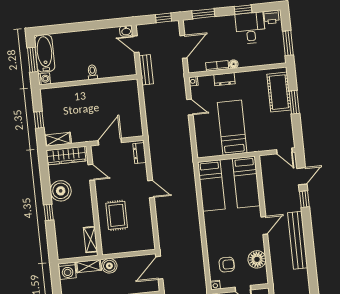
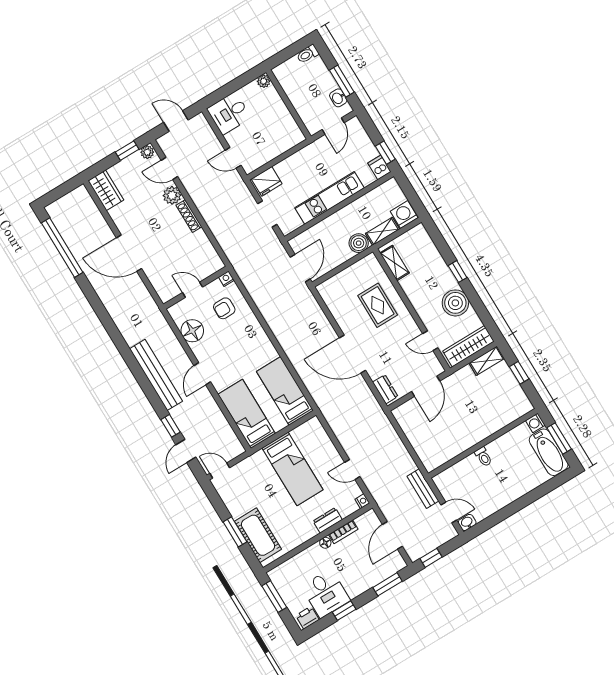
door: (151, 189) -> (353, 354), width x1.88

